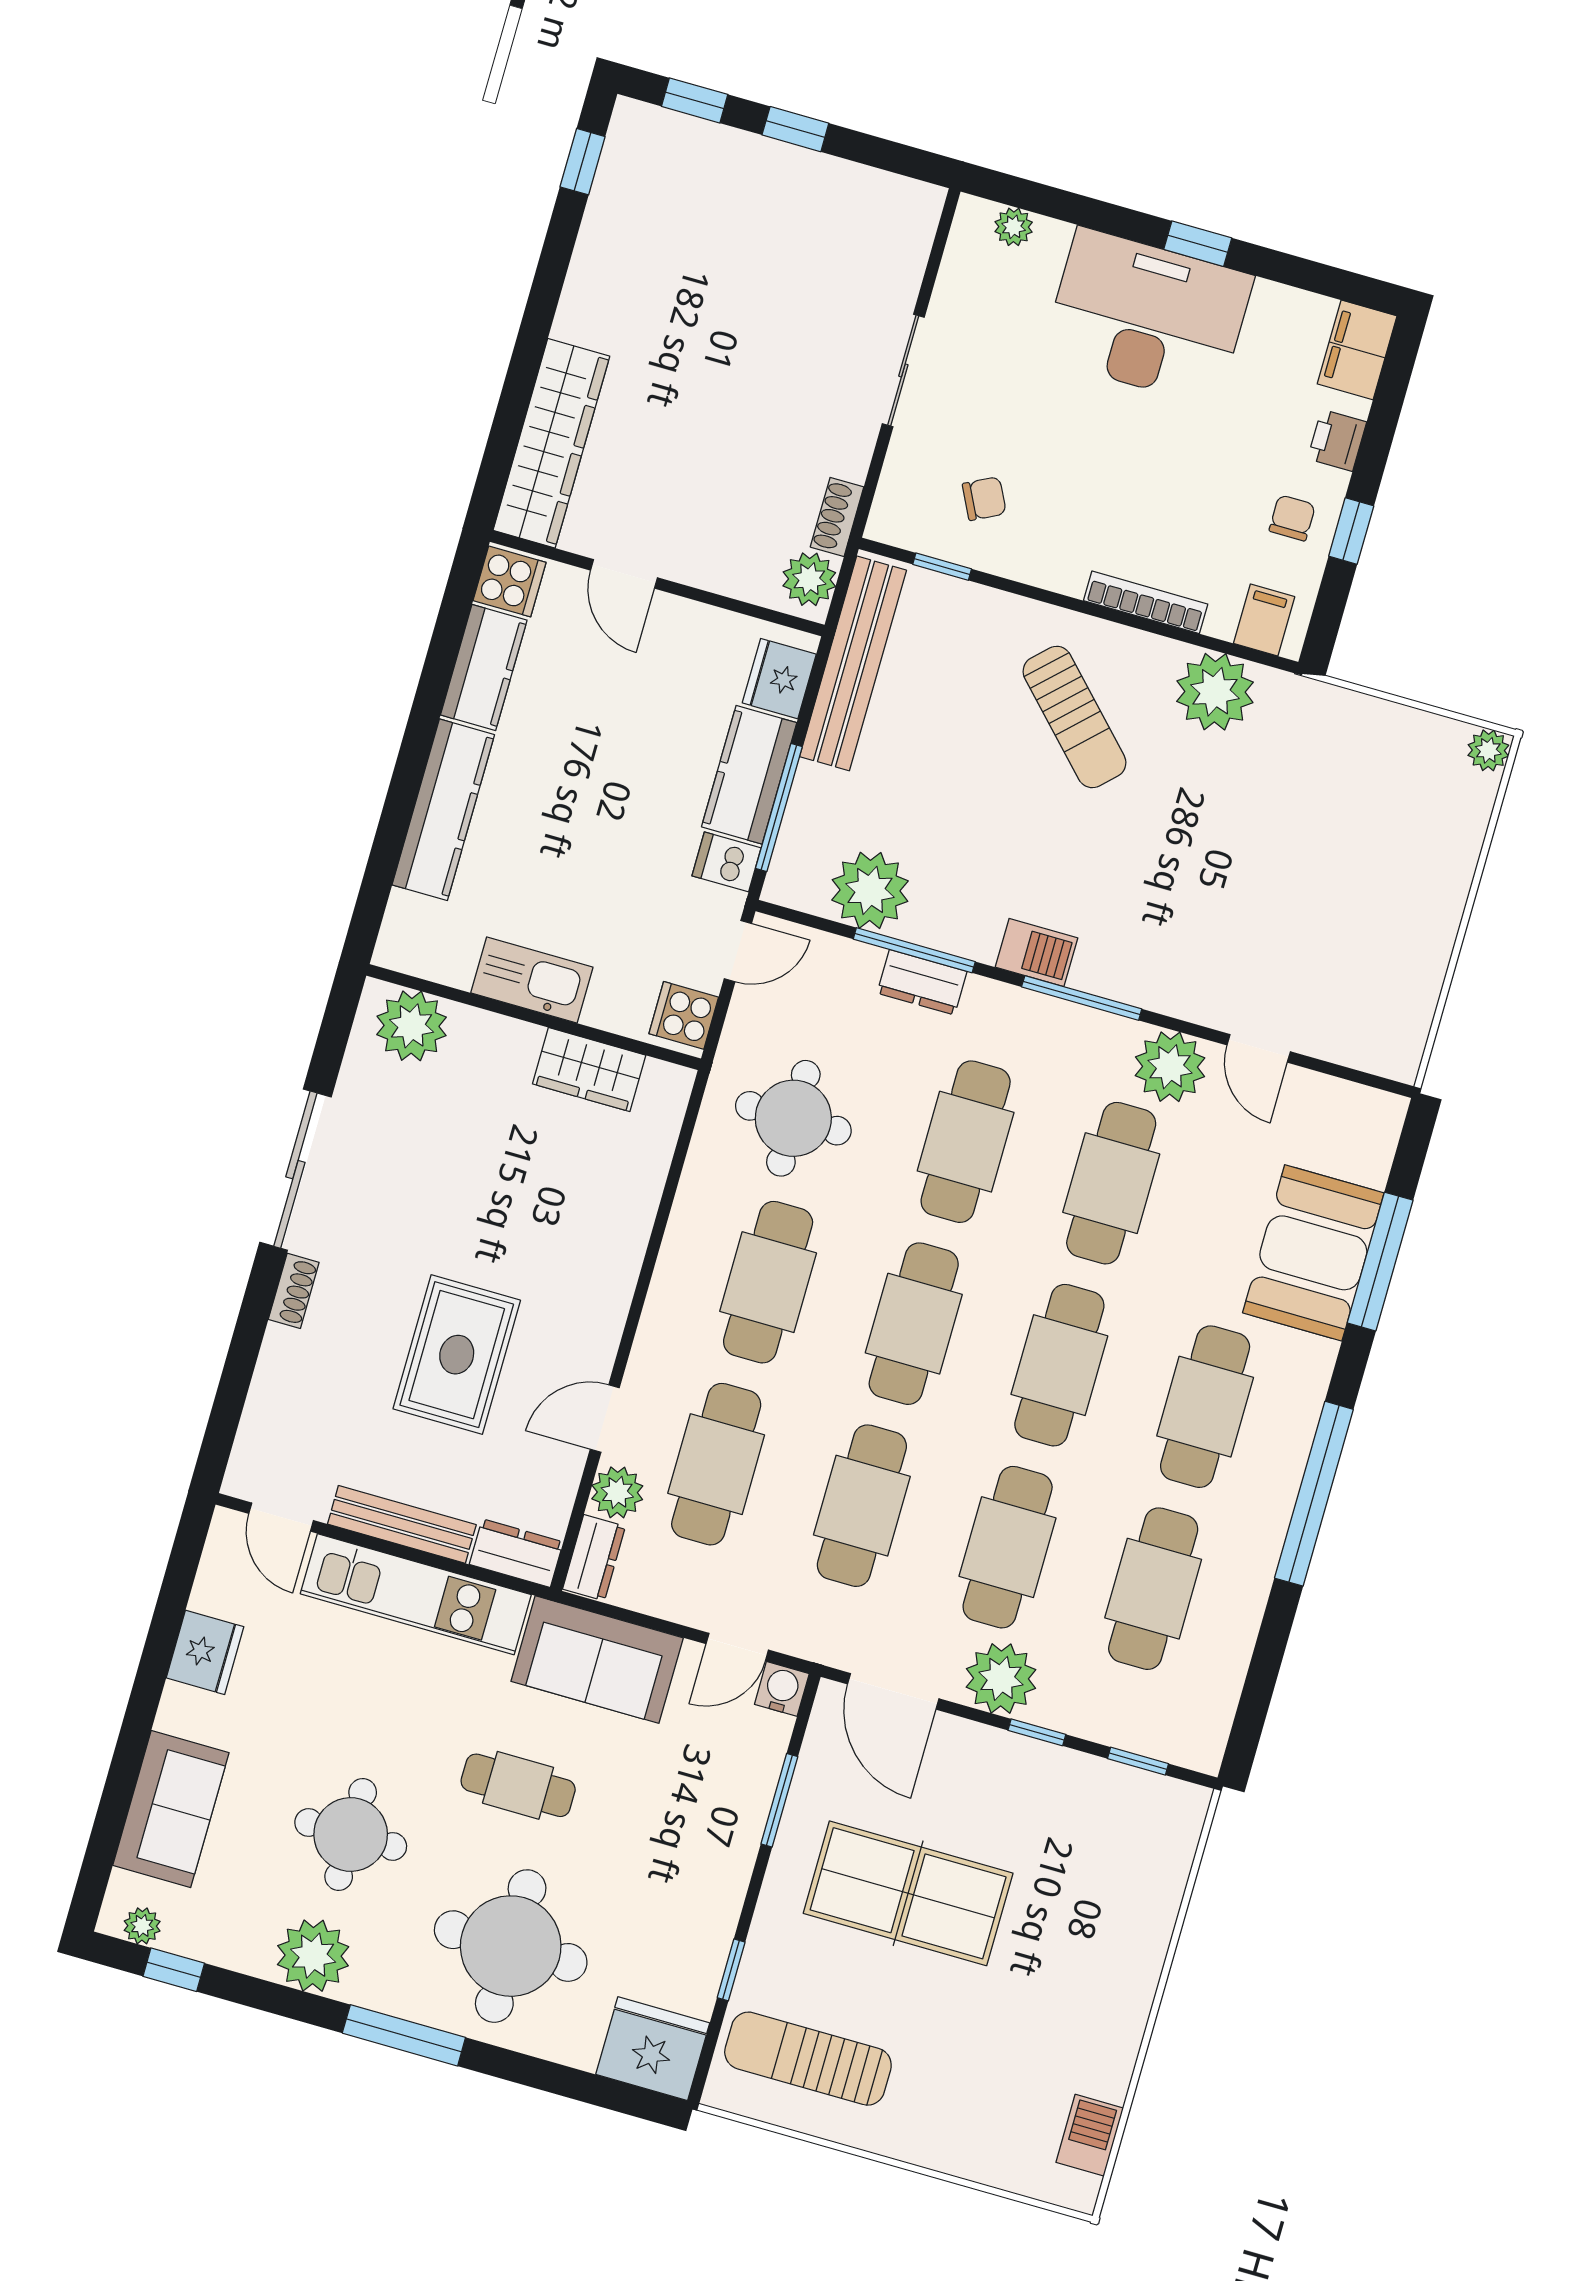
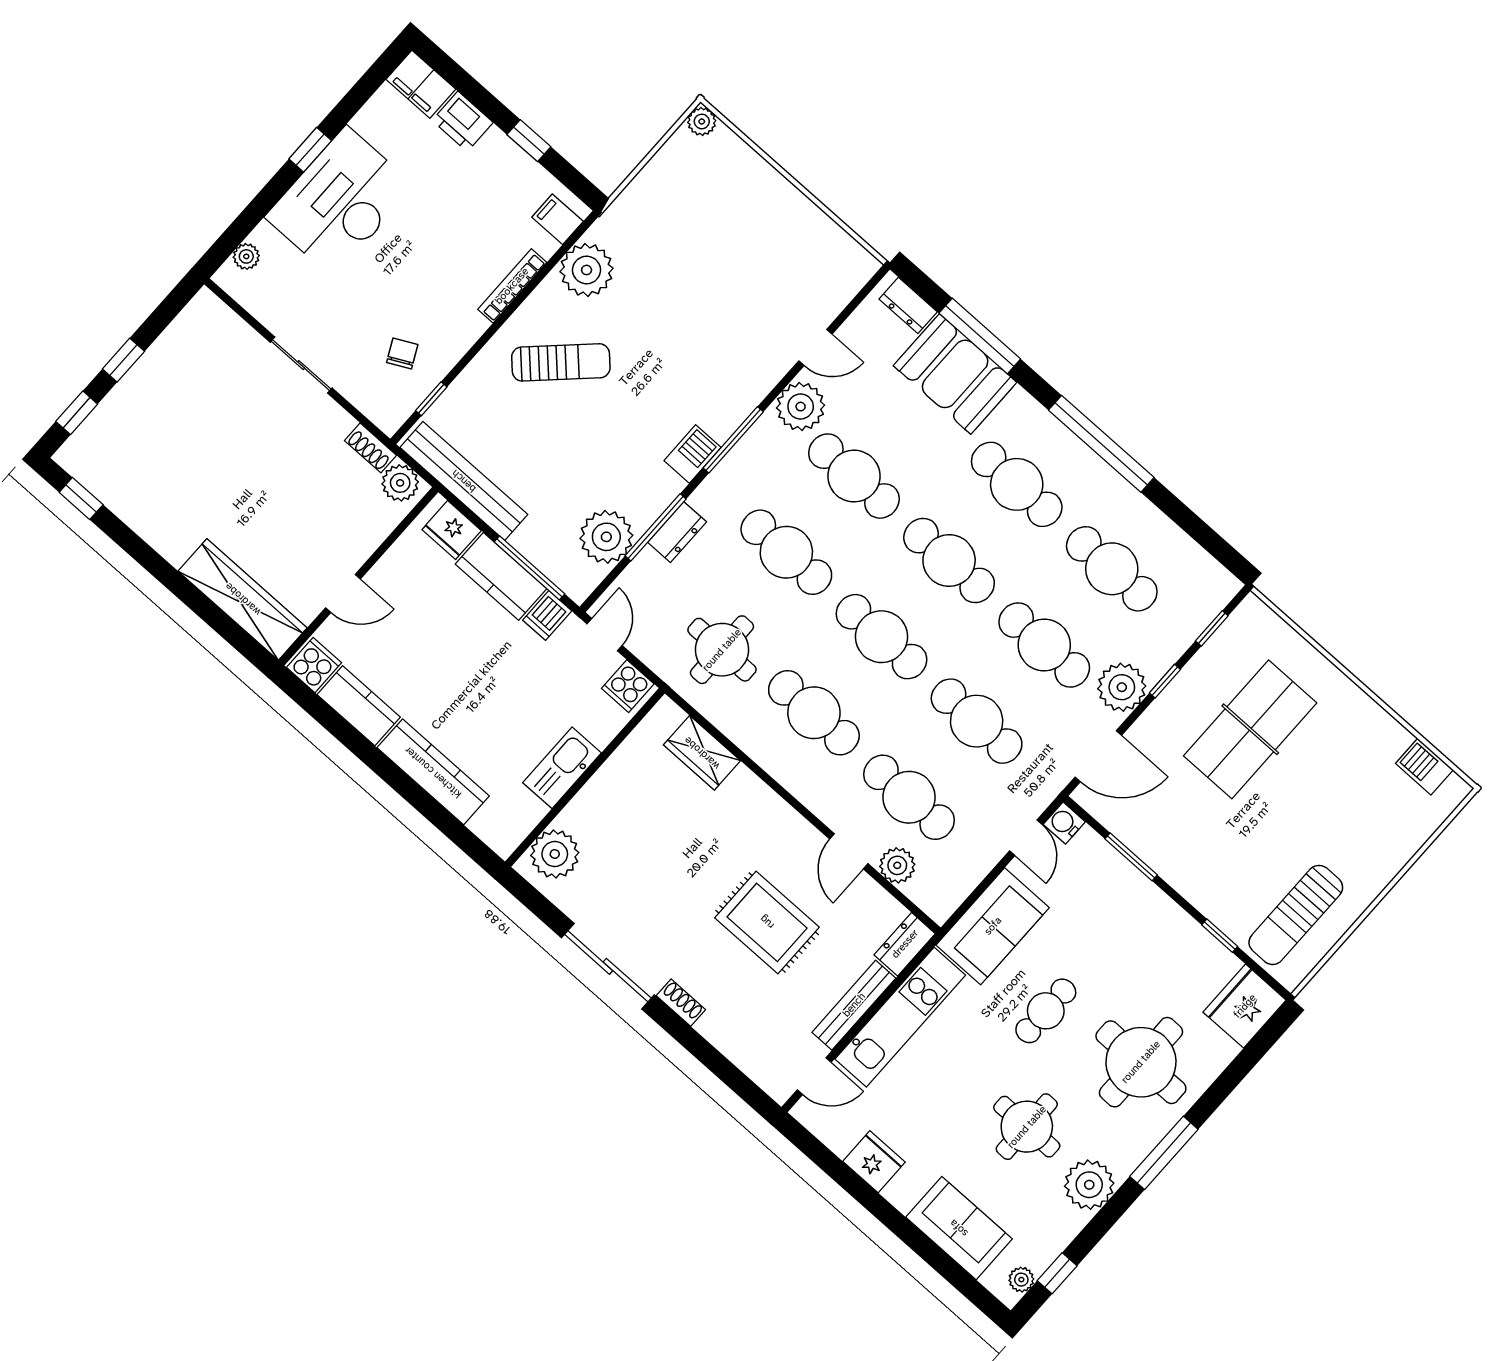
printer: (1337, 440) -> (463, 121), width x1.36, depth x1.24
chair: (1292, 518) -> (504, 173), removed
wardrobe: (589, 1070) -> (702, 753), moved, turned 90
dresser: (594, 1558) -> (908, 305), moved, turned 180
table tennis table: (908, 1893) -> (1250, 729), moved

